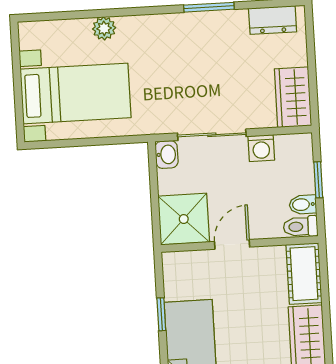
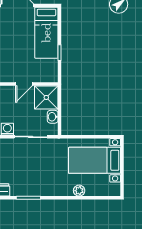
washbasin: (167, 154) -> (53, 117), moved

